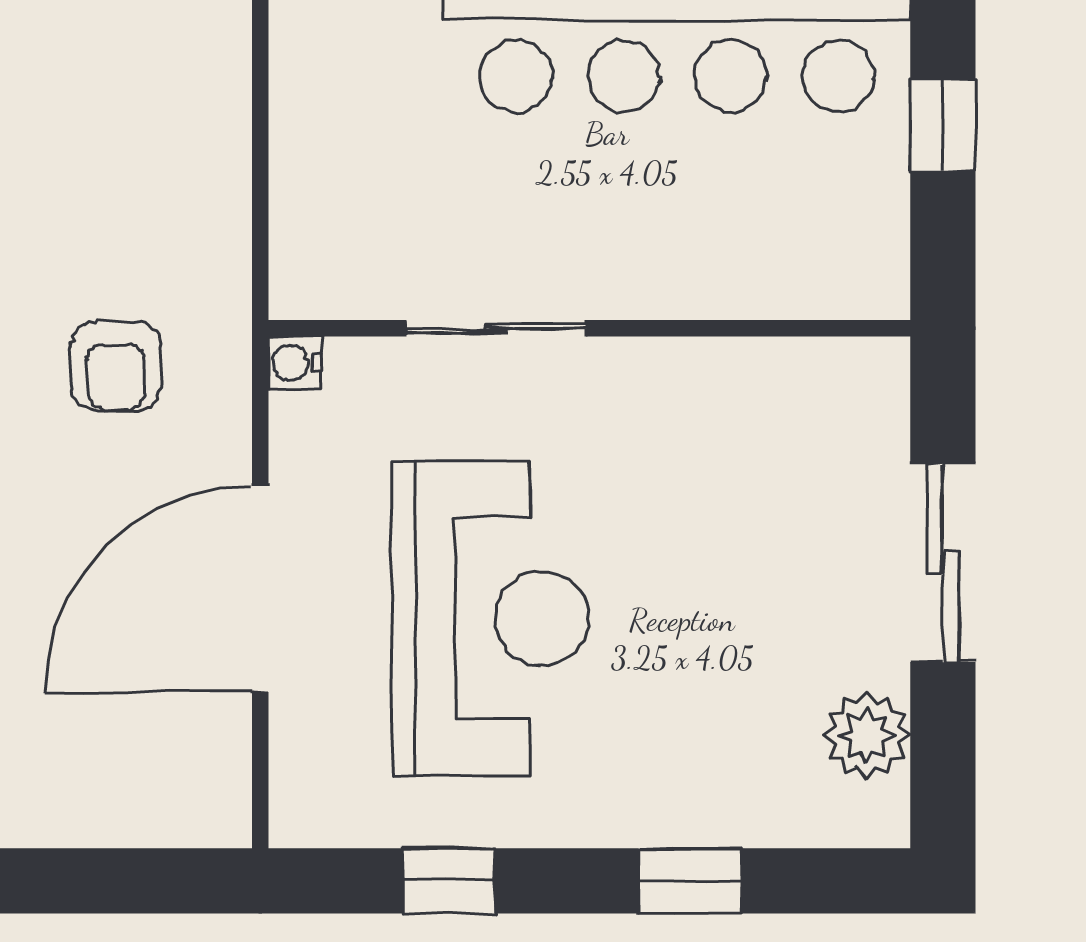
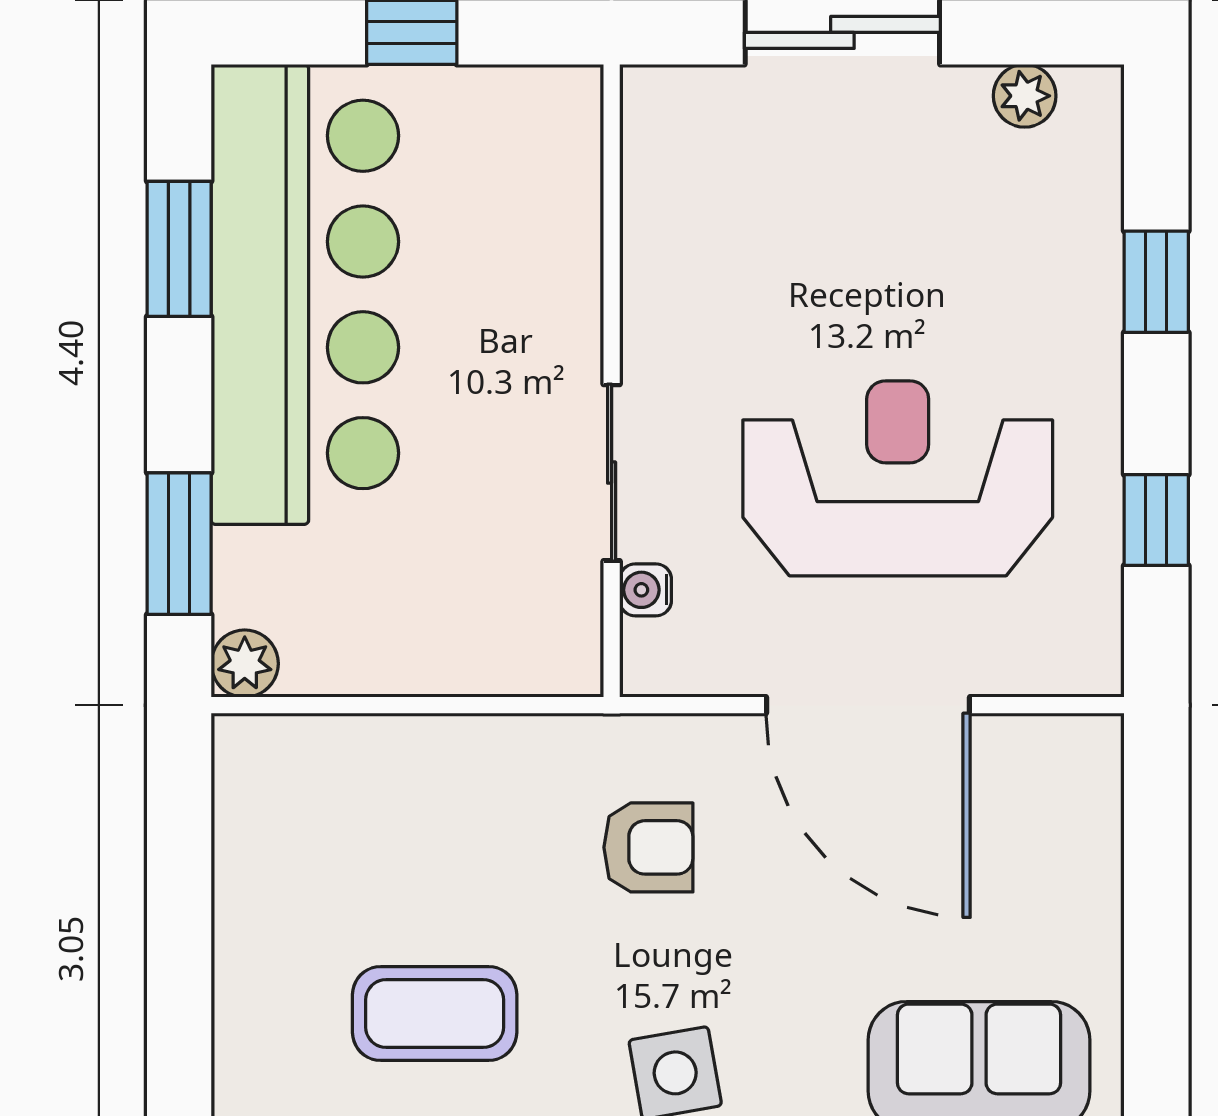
water cooler: (295, 363) -> (646, 590), moved, turned 90
plant: (867, 735) -> (1025, 96), width x0.73, depth x0.73

